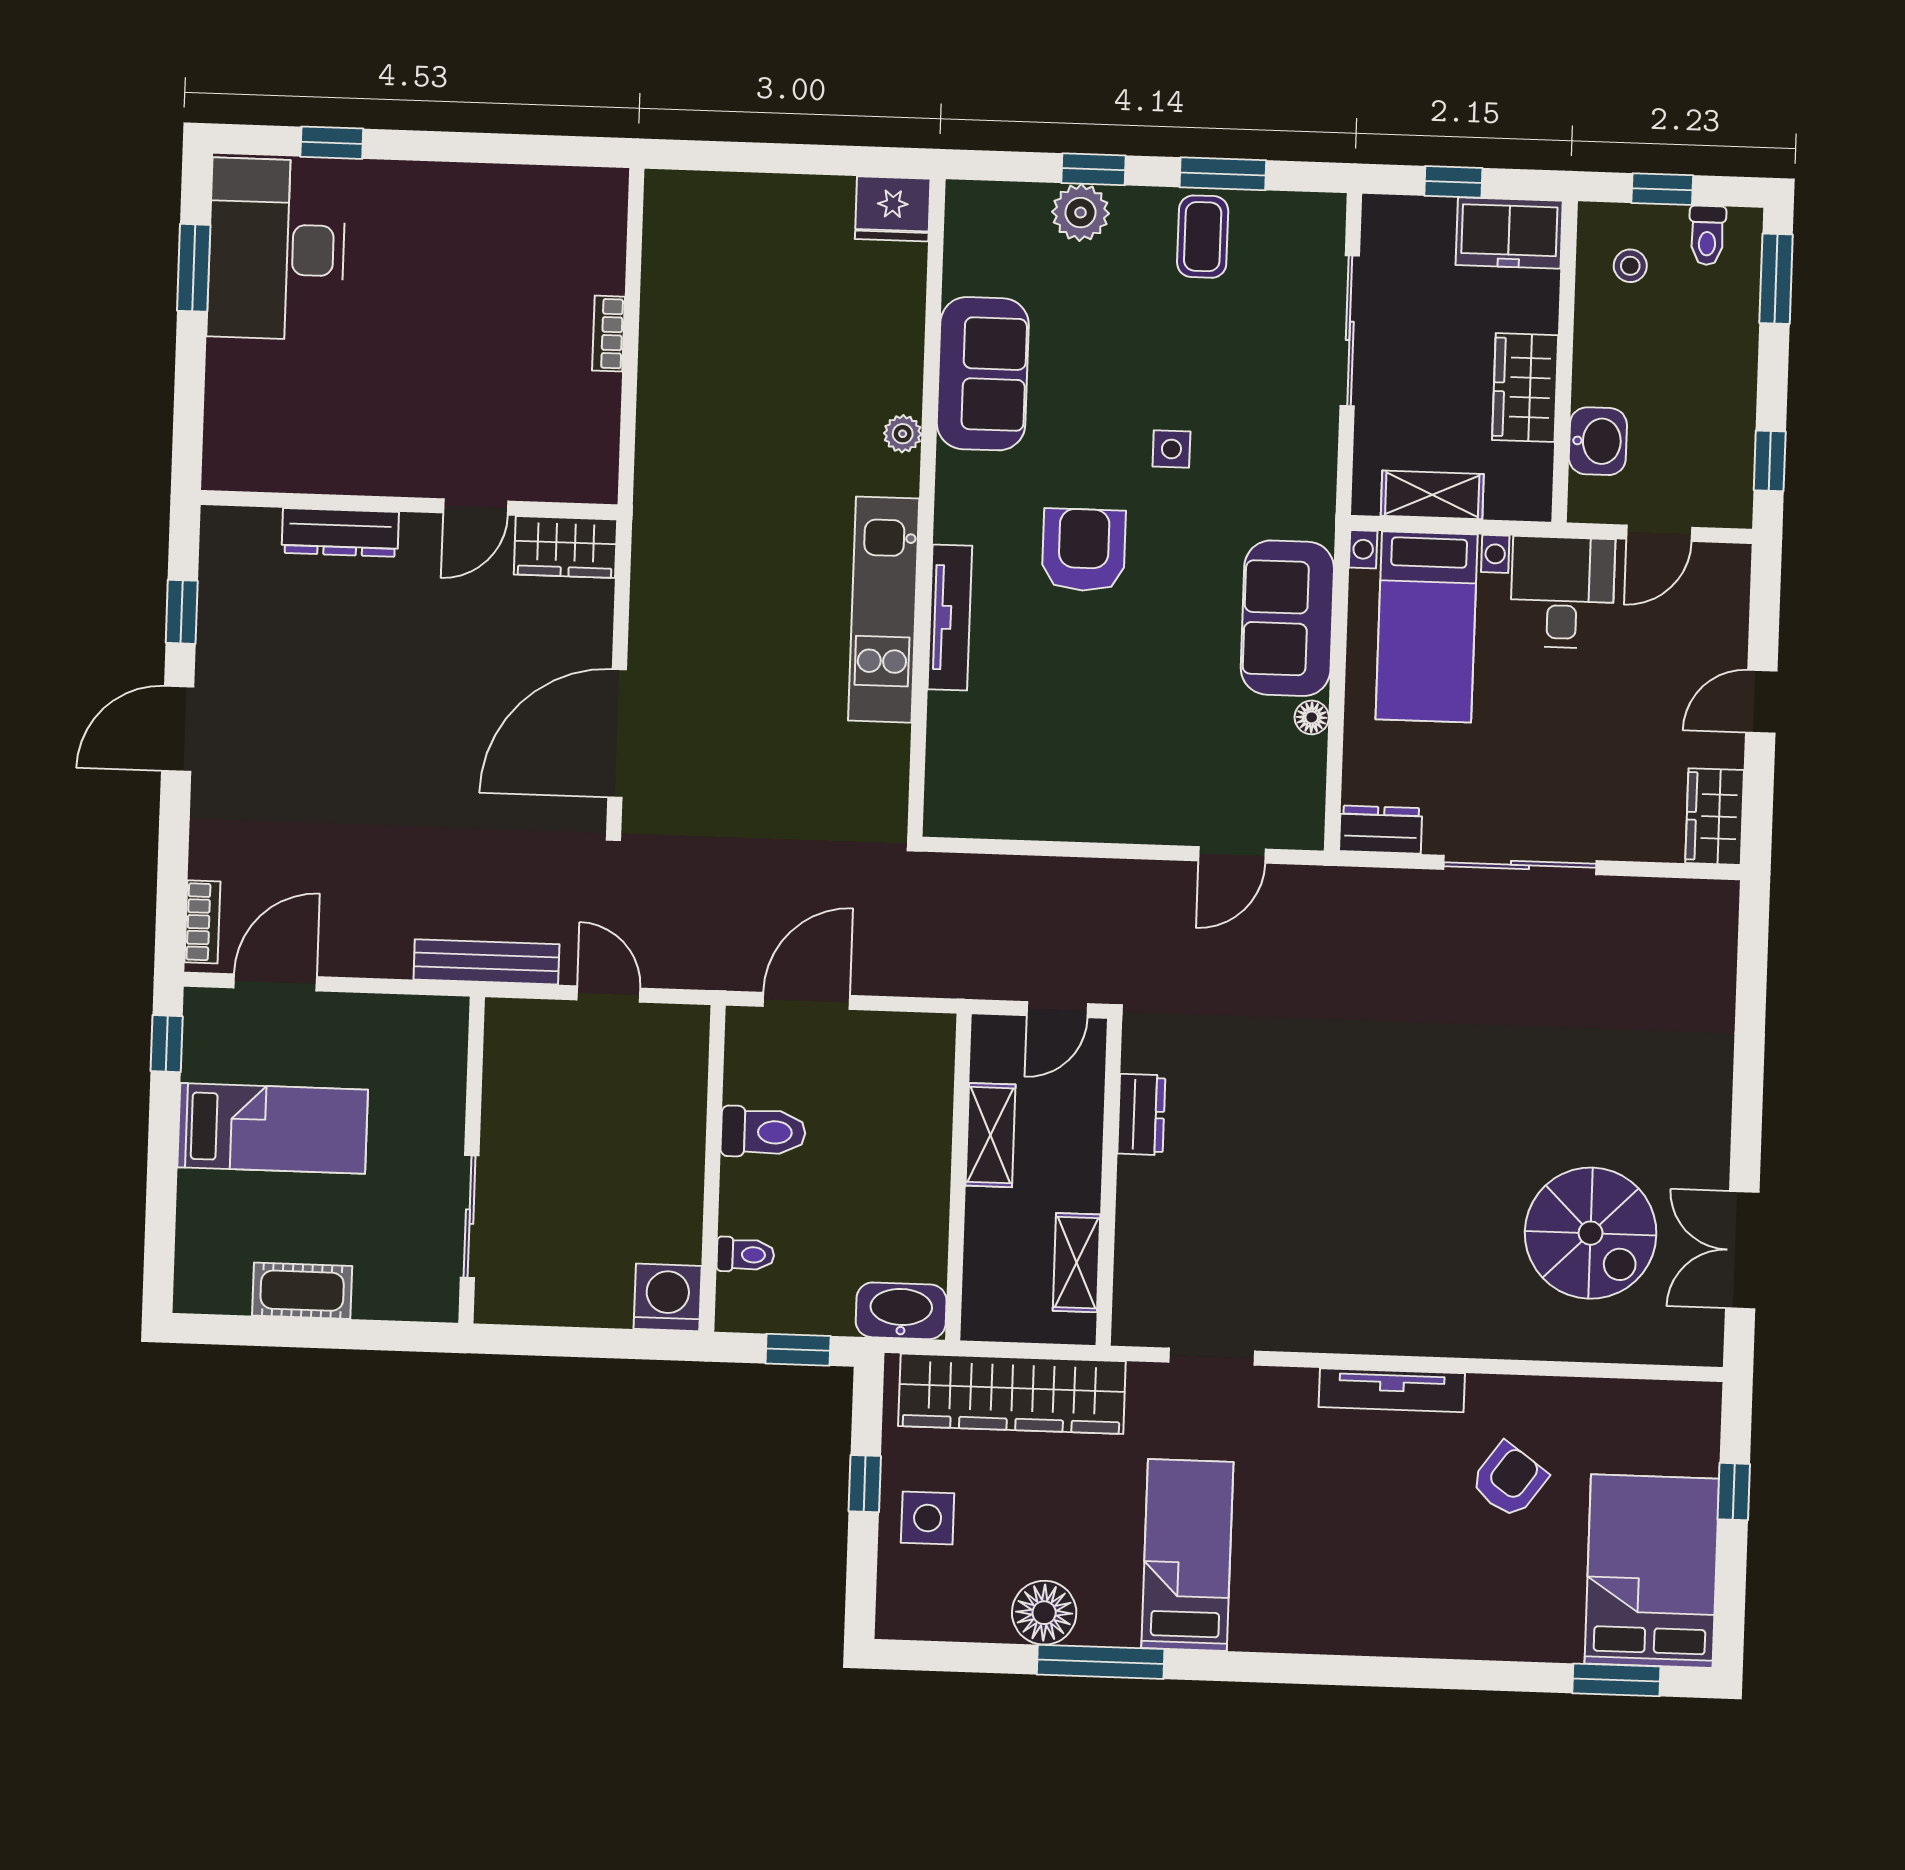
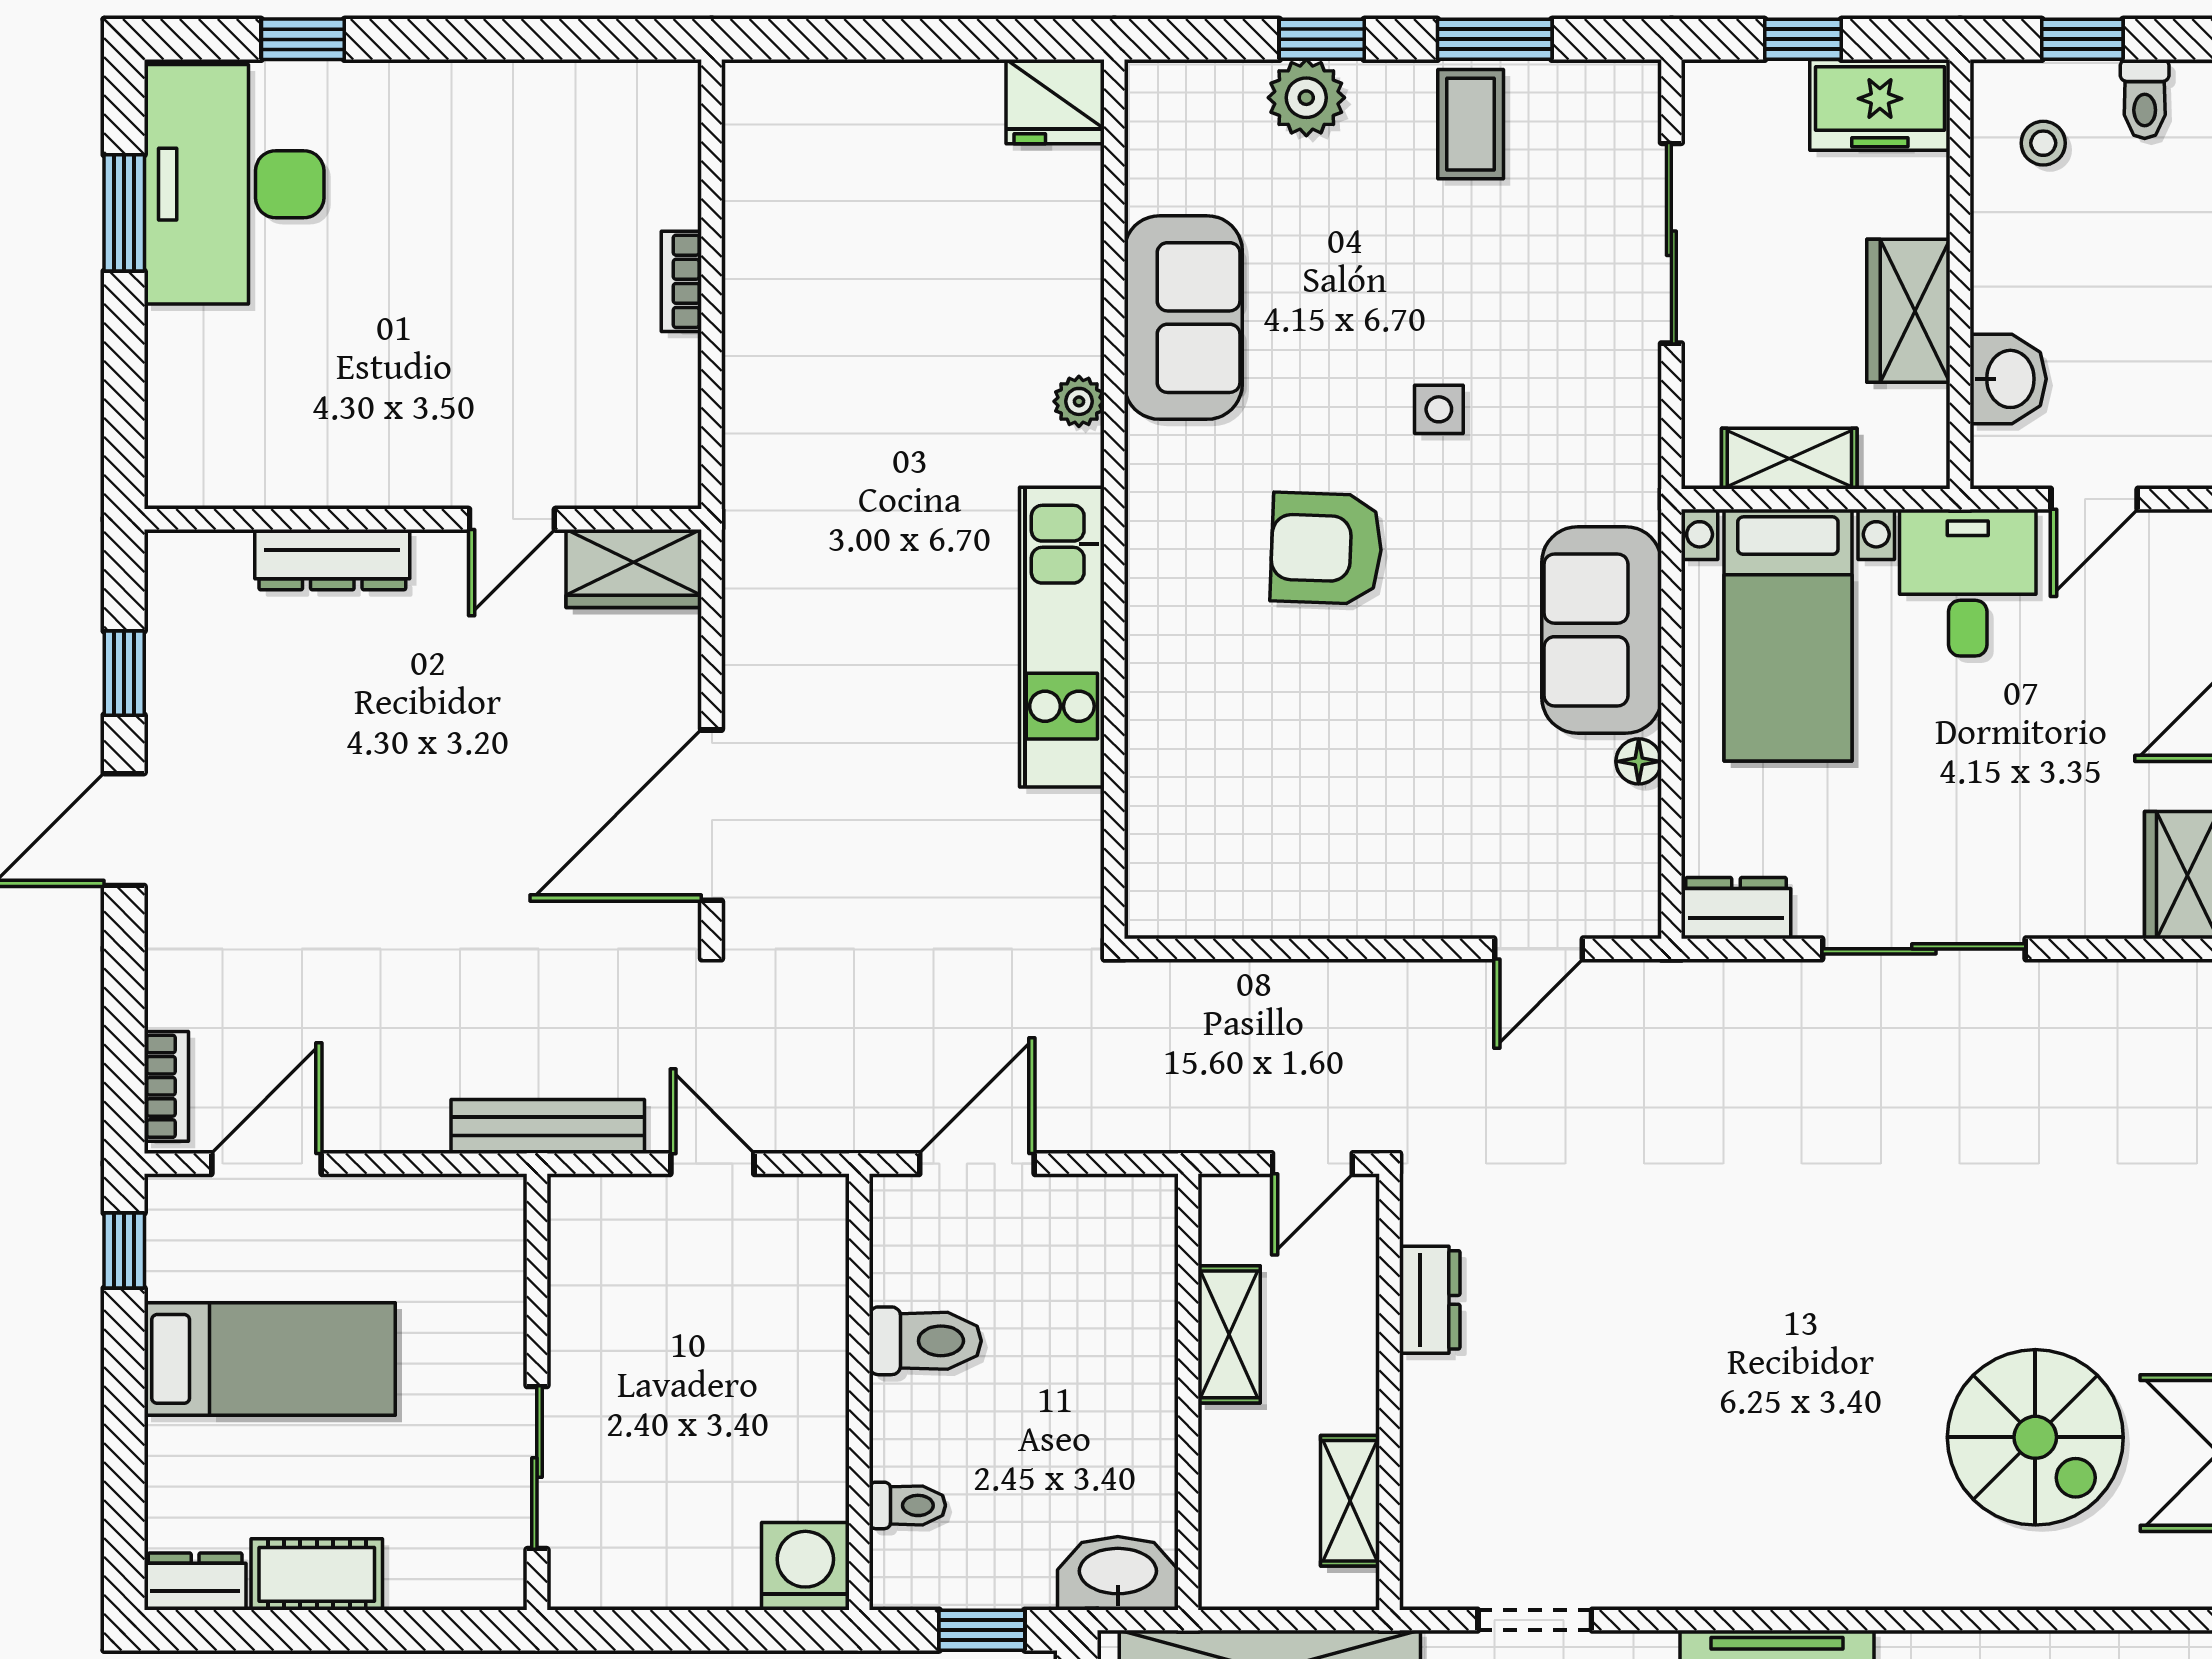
armchair: (1084, 550) -> (1326, 548), turned -88
tv unit: (950, 618) -> (1151, 645), removed
dresser: (211, 1293) -> (195, 1581), added

